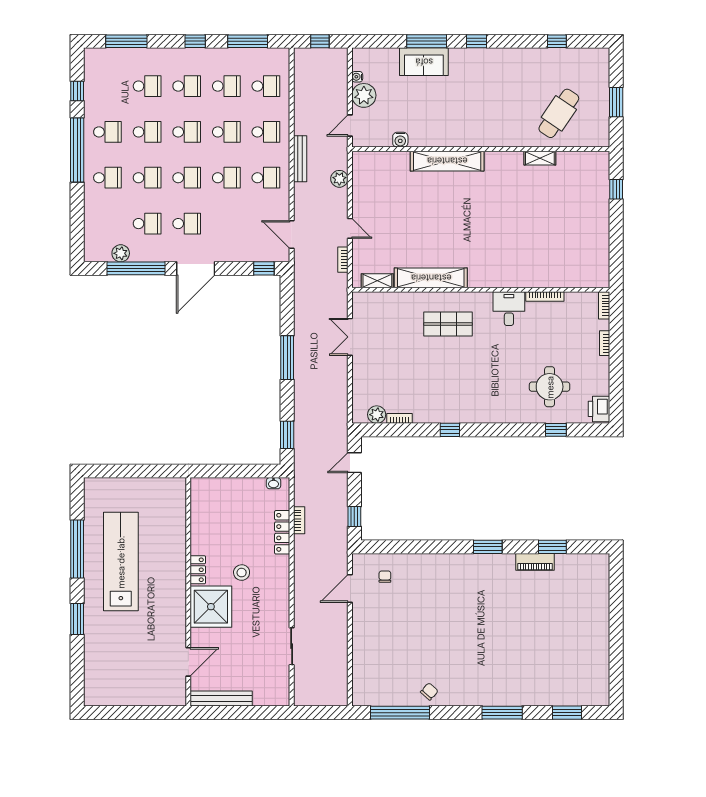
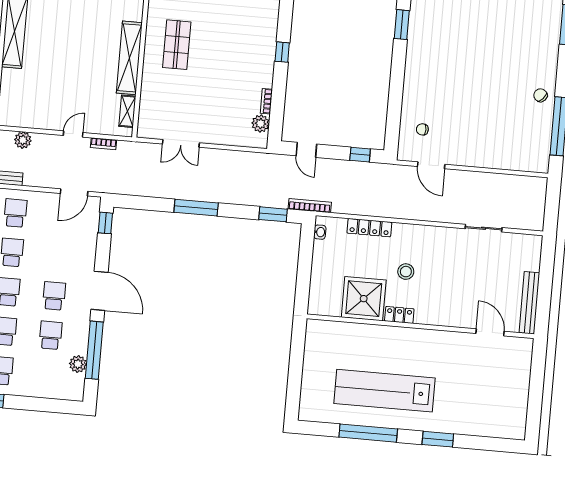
bookcase: (299, 520) -> (310, 206), moved, width x1.56
shower: (211, 607) -> (364, 299), moved

